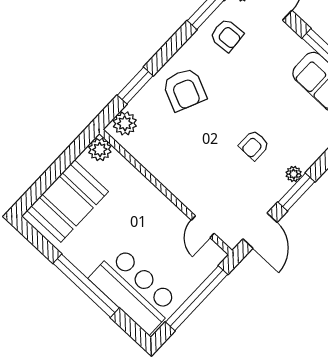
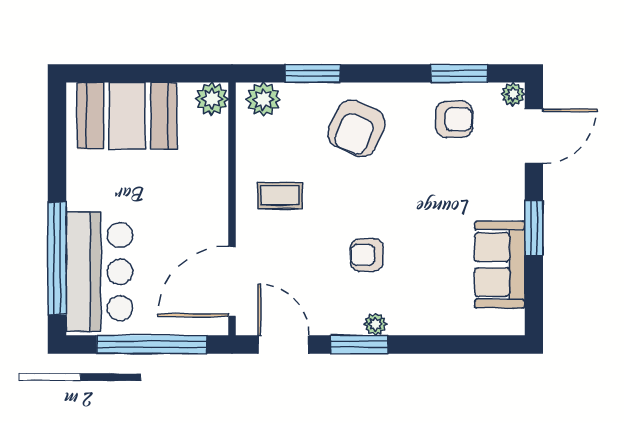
armchair: (227, 35) -> (454, 119), turned -86
coffee table: (182, 161) -> (280, 195), added
door: (203, 227) -> (232, 281), width x1.87
door: (260, 231) -> (284, 344), swing flipped
window: (86, 286) -> (57, 258), moved

